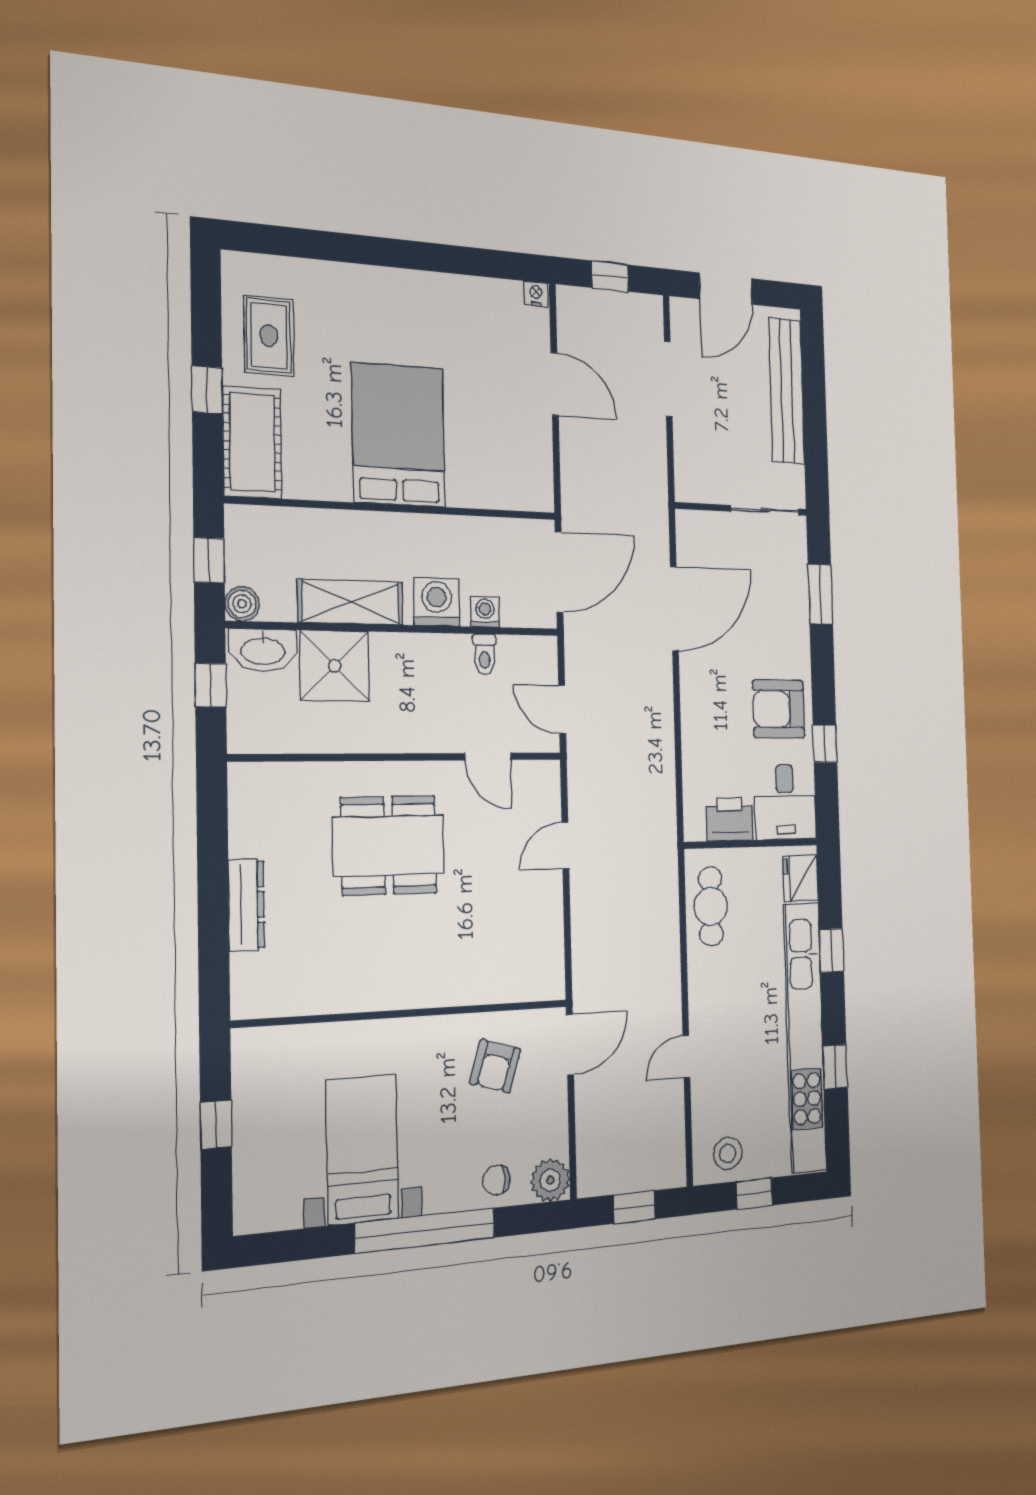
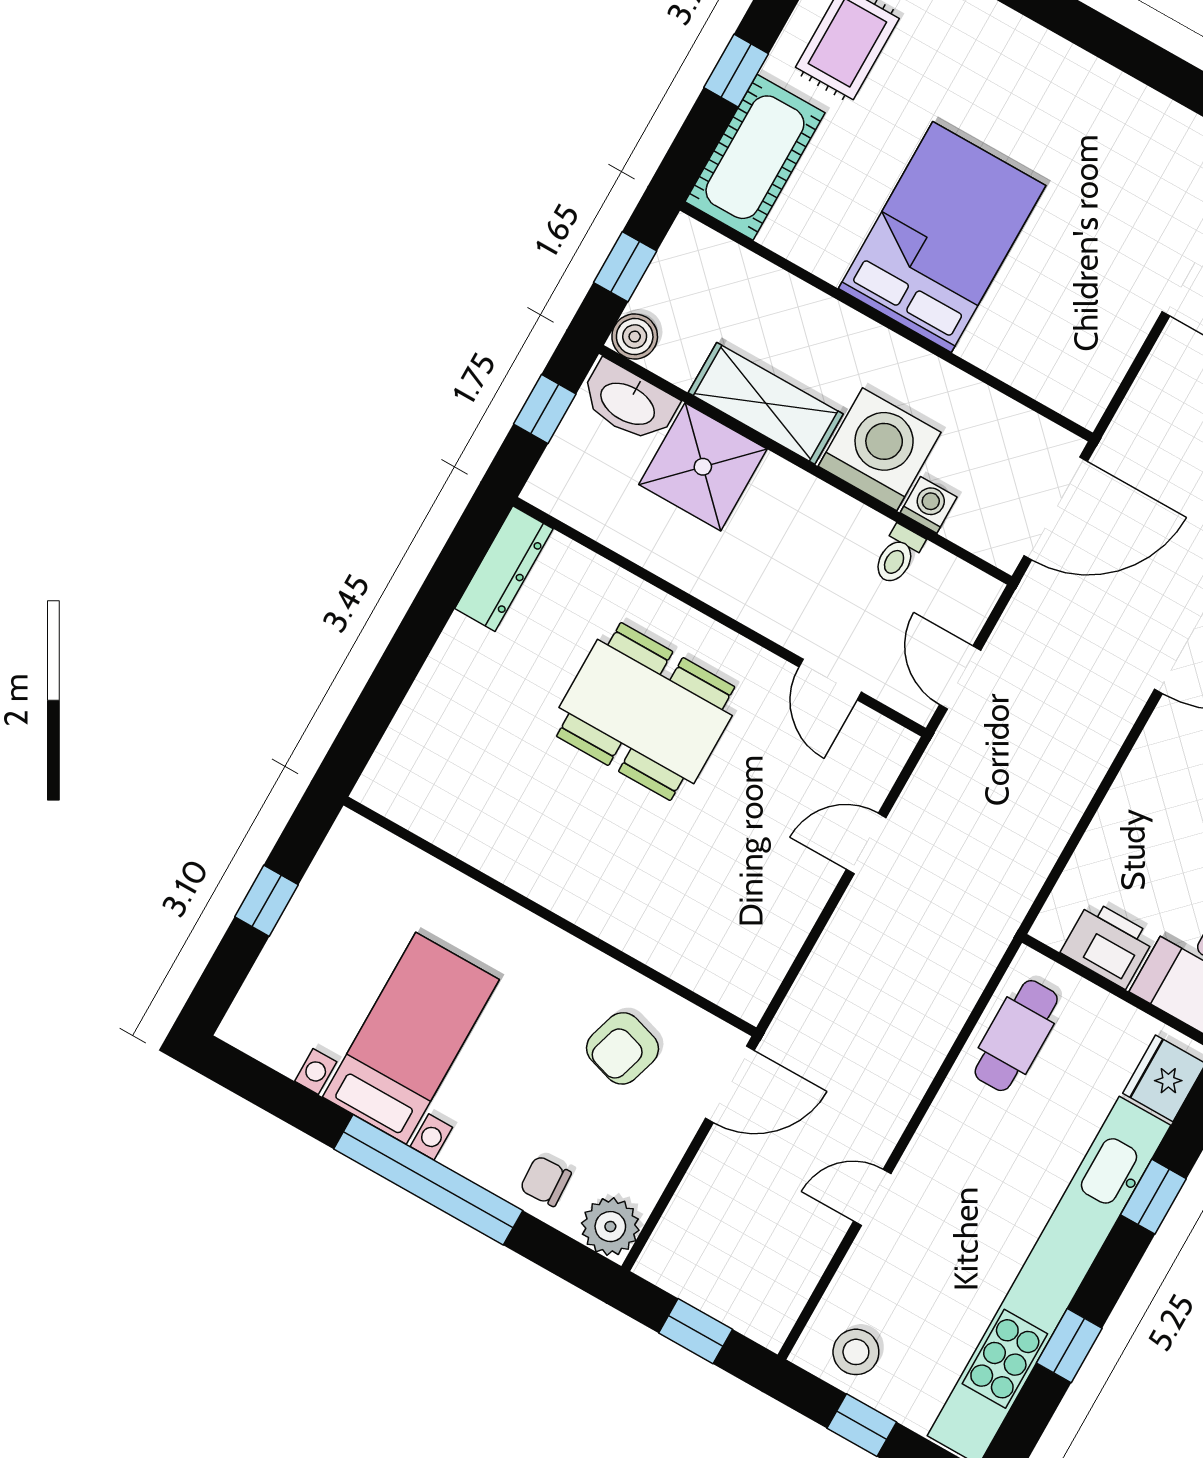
washing machine: (437, 602) -> (880, 449), width x1.37, depth x1.37
dresser: (246, 905) -> (504, 569), moved

